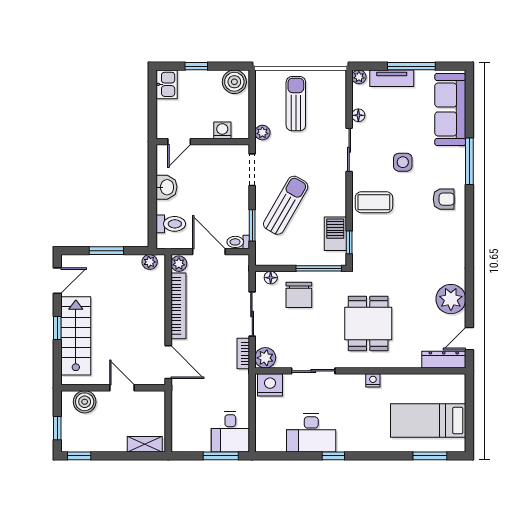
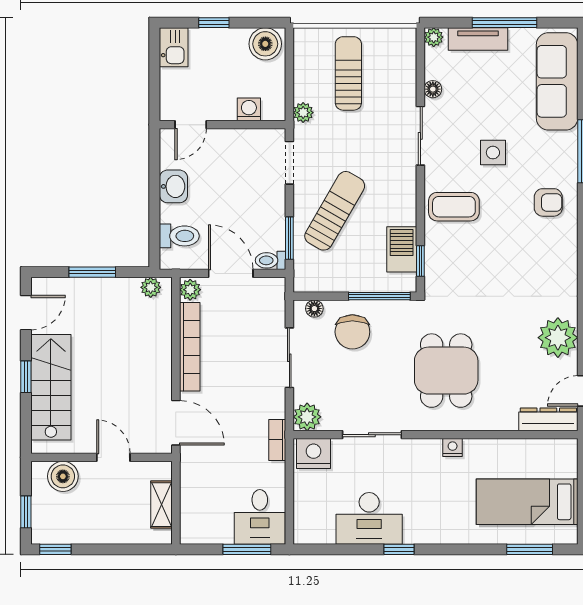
bookcase: (243, 353) -> (277, 440), moved
shelving: (145, 444) -> (161, 505), moved, turned 90

